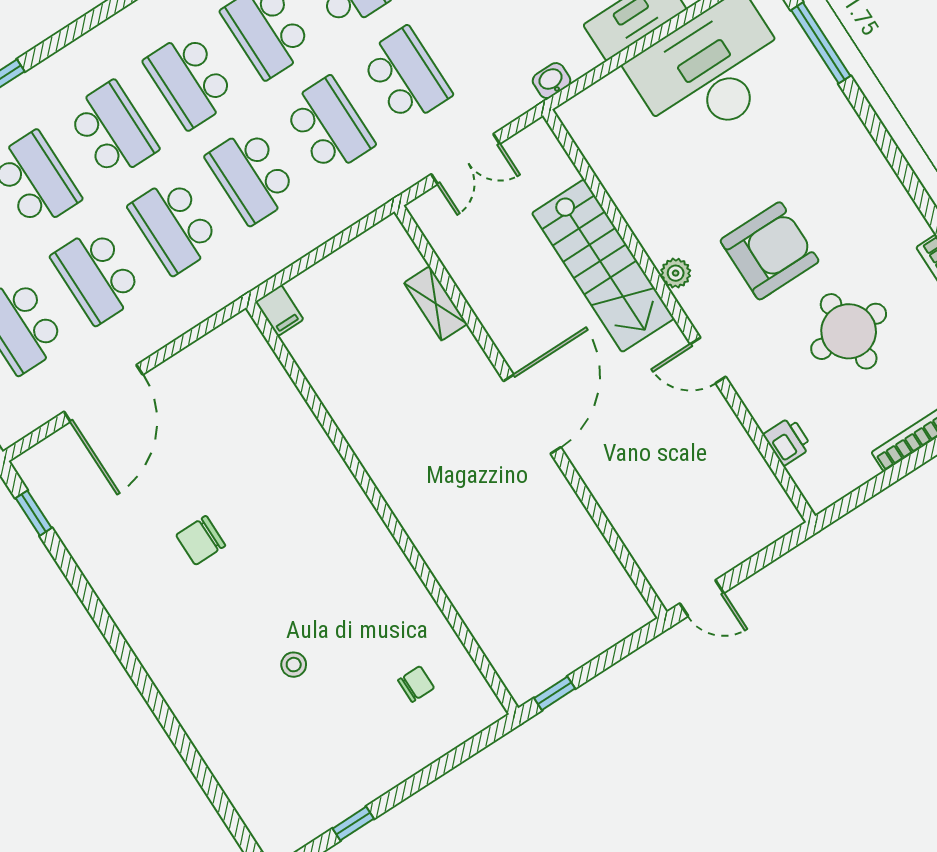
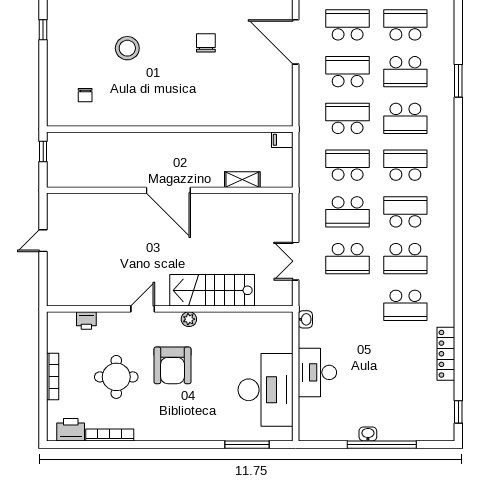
shelving: (436, 303) -> (242, 180), moved
wall: (531, 412) -> (170, 190), moved
door: (532, 414) -> (168, 190), moved
stool: (294, 665) -> (127, 48), width x1.89, depth x1.89

